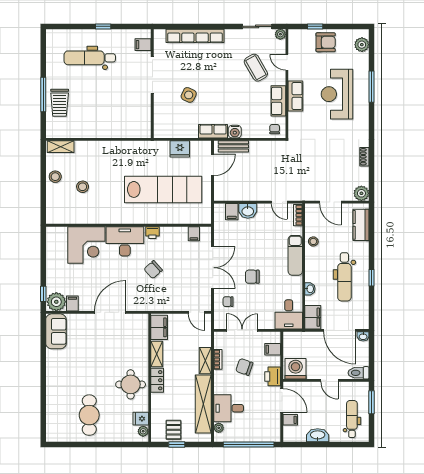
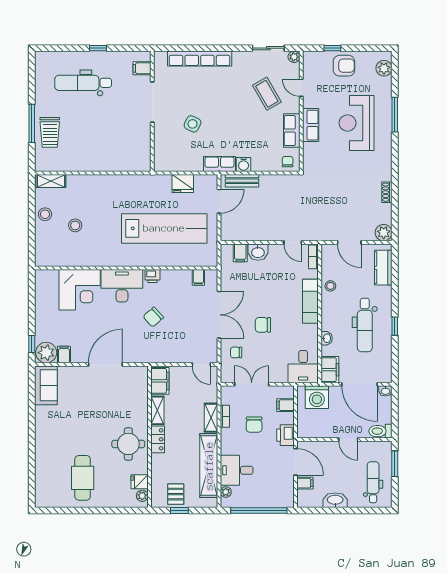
chair: (244, 367) -> (254, 425), turned -109
washing machine: (296, 369) -> (317, 397), moved, turned 180

